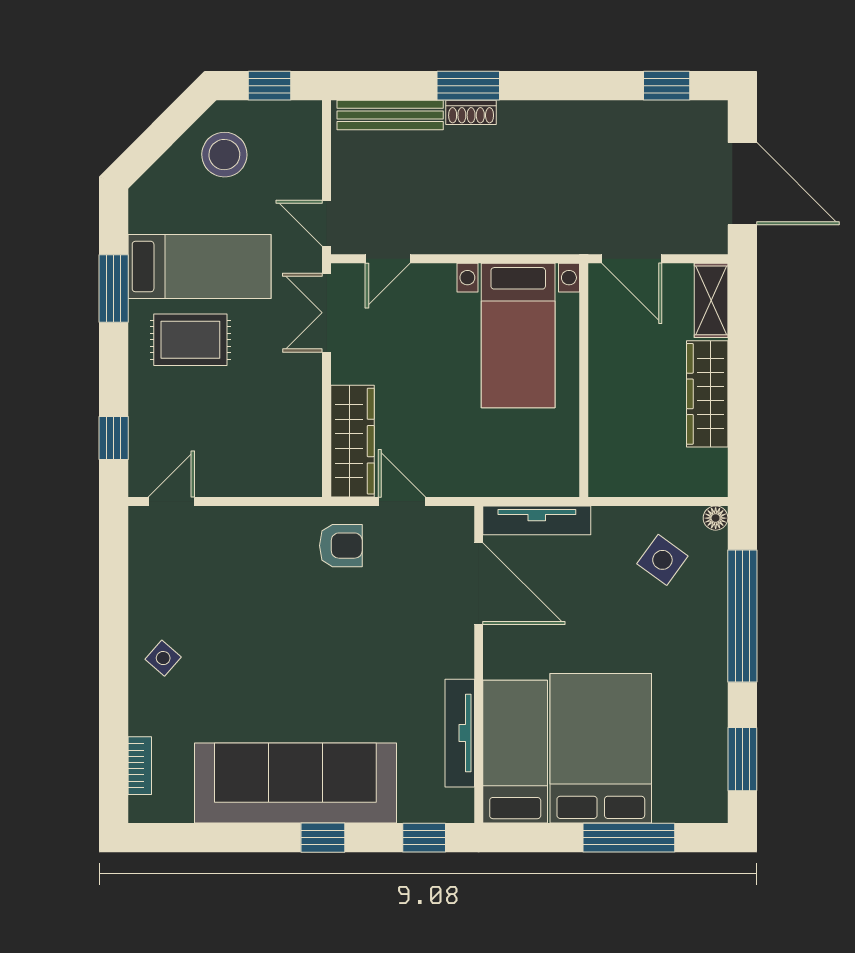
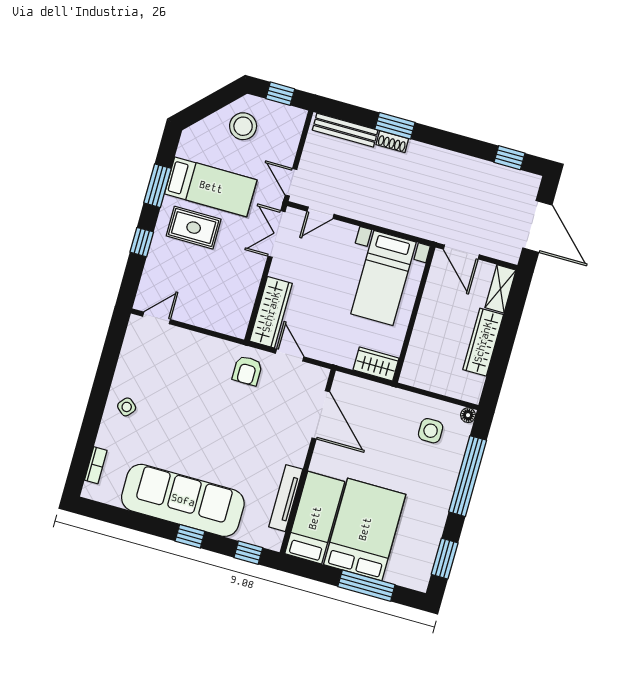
window: (114, 438) -> (142, 242), moved
wardrobe: (545, 477) -> (376, 364), added
tv unit: (537, 520) -> (364, 388), removed
armchair: (341, 546) -> (247, 371), turned 90
side table: (662, 560) -> (431, 431), turned -36

